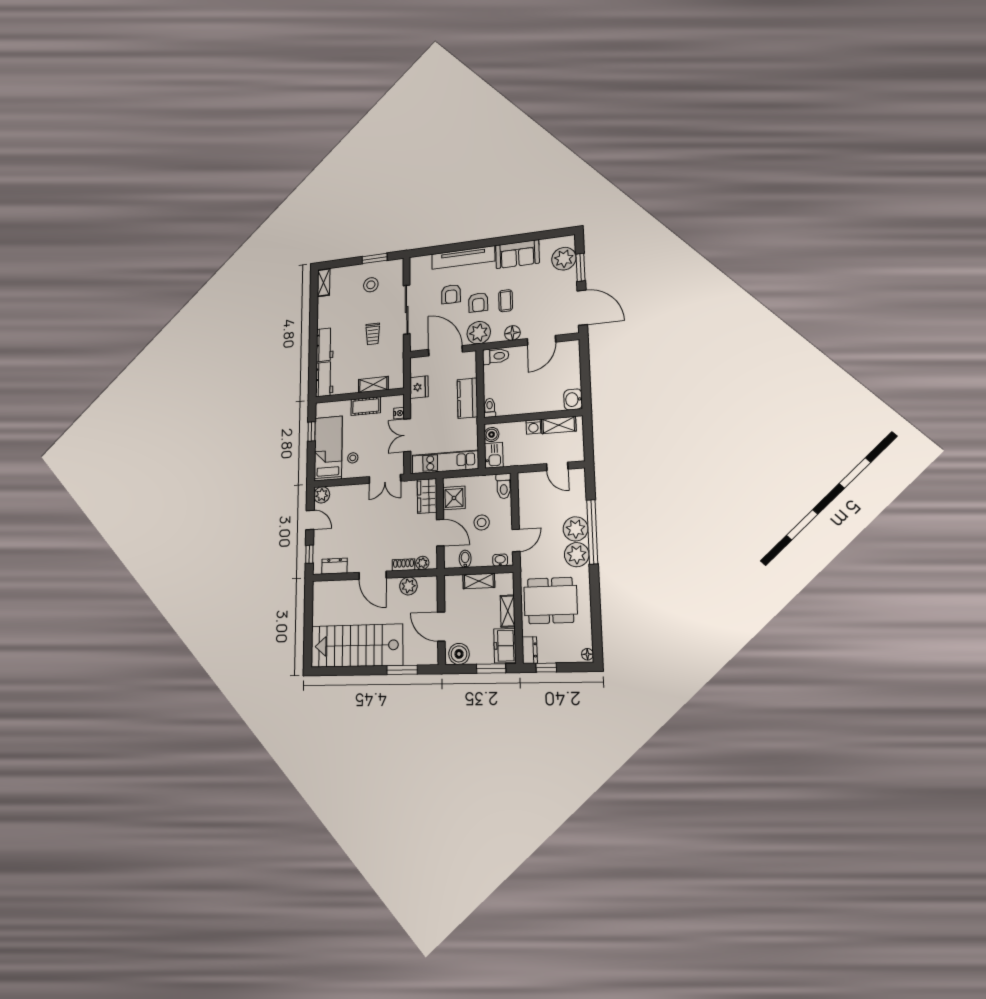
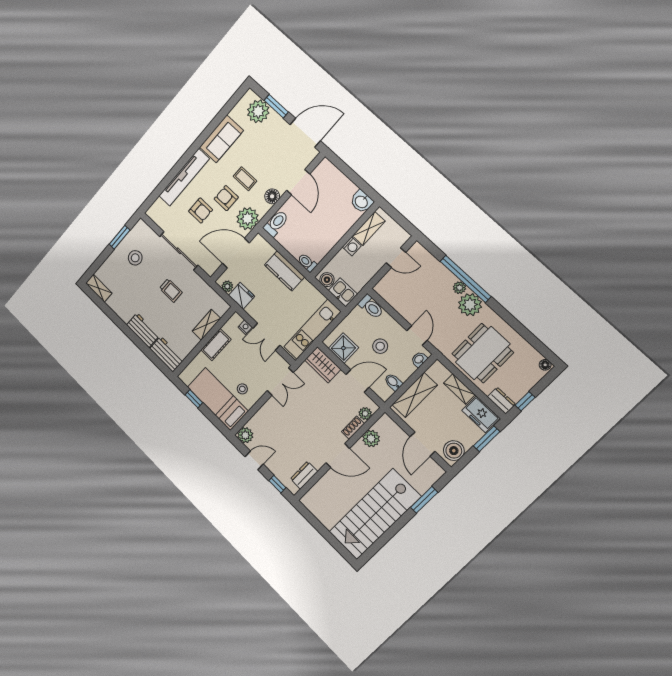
armchair: (478, 302) -> (226, 198), turned 180
plant: (416, 370) -> (227, 286), added
plant: (575, 529) -> (460, 288), width x0.53, depth x0.53
shelving: (479, 581) -> (415, 395), width x1.50, depth x1.33
door: (441, 627) -> (423, 444), hinge flipped

